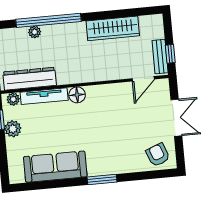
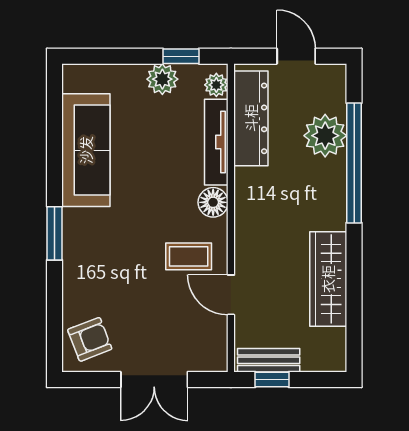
plant: (35, 32) -> (325, 136), width x1.87, depth x1.87
door: (143, 79) -> (231, 295), moved
coffee table: (108, 105) -> (189, 256), added

